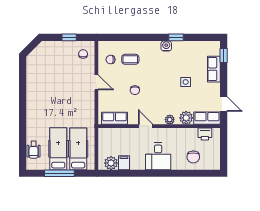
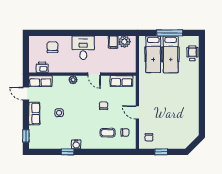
row of seats: (214, 69) -> (34, 114), moved
plant: (186, 118) -> (59, 81), removed

